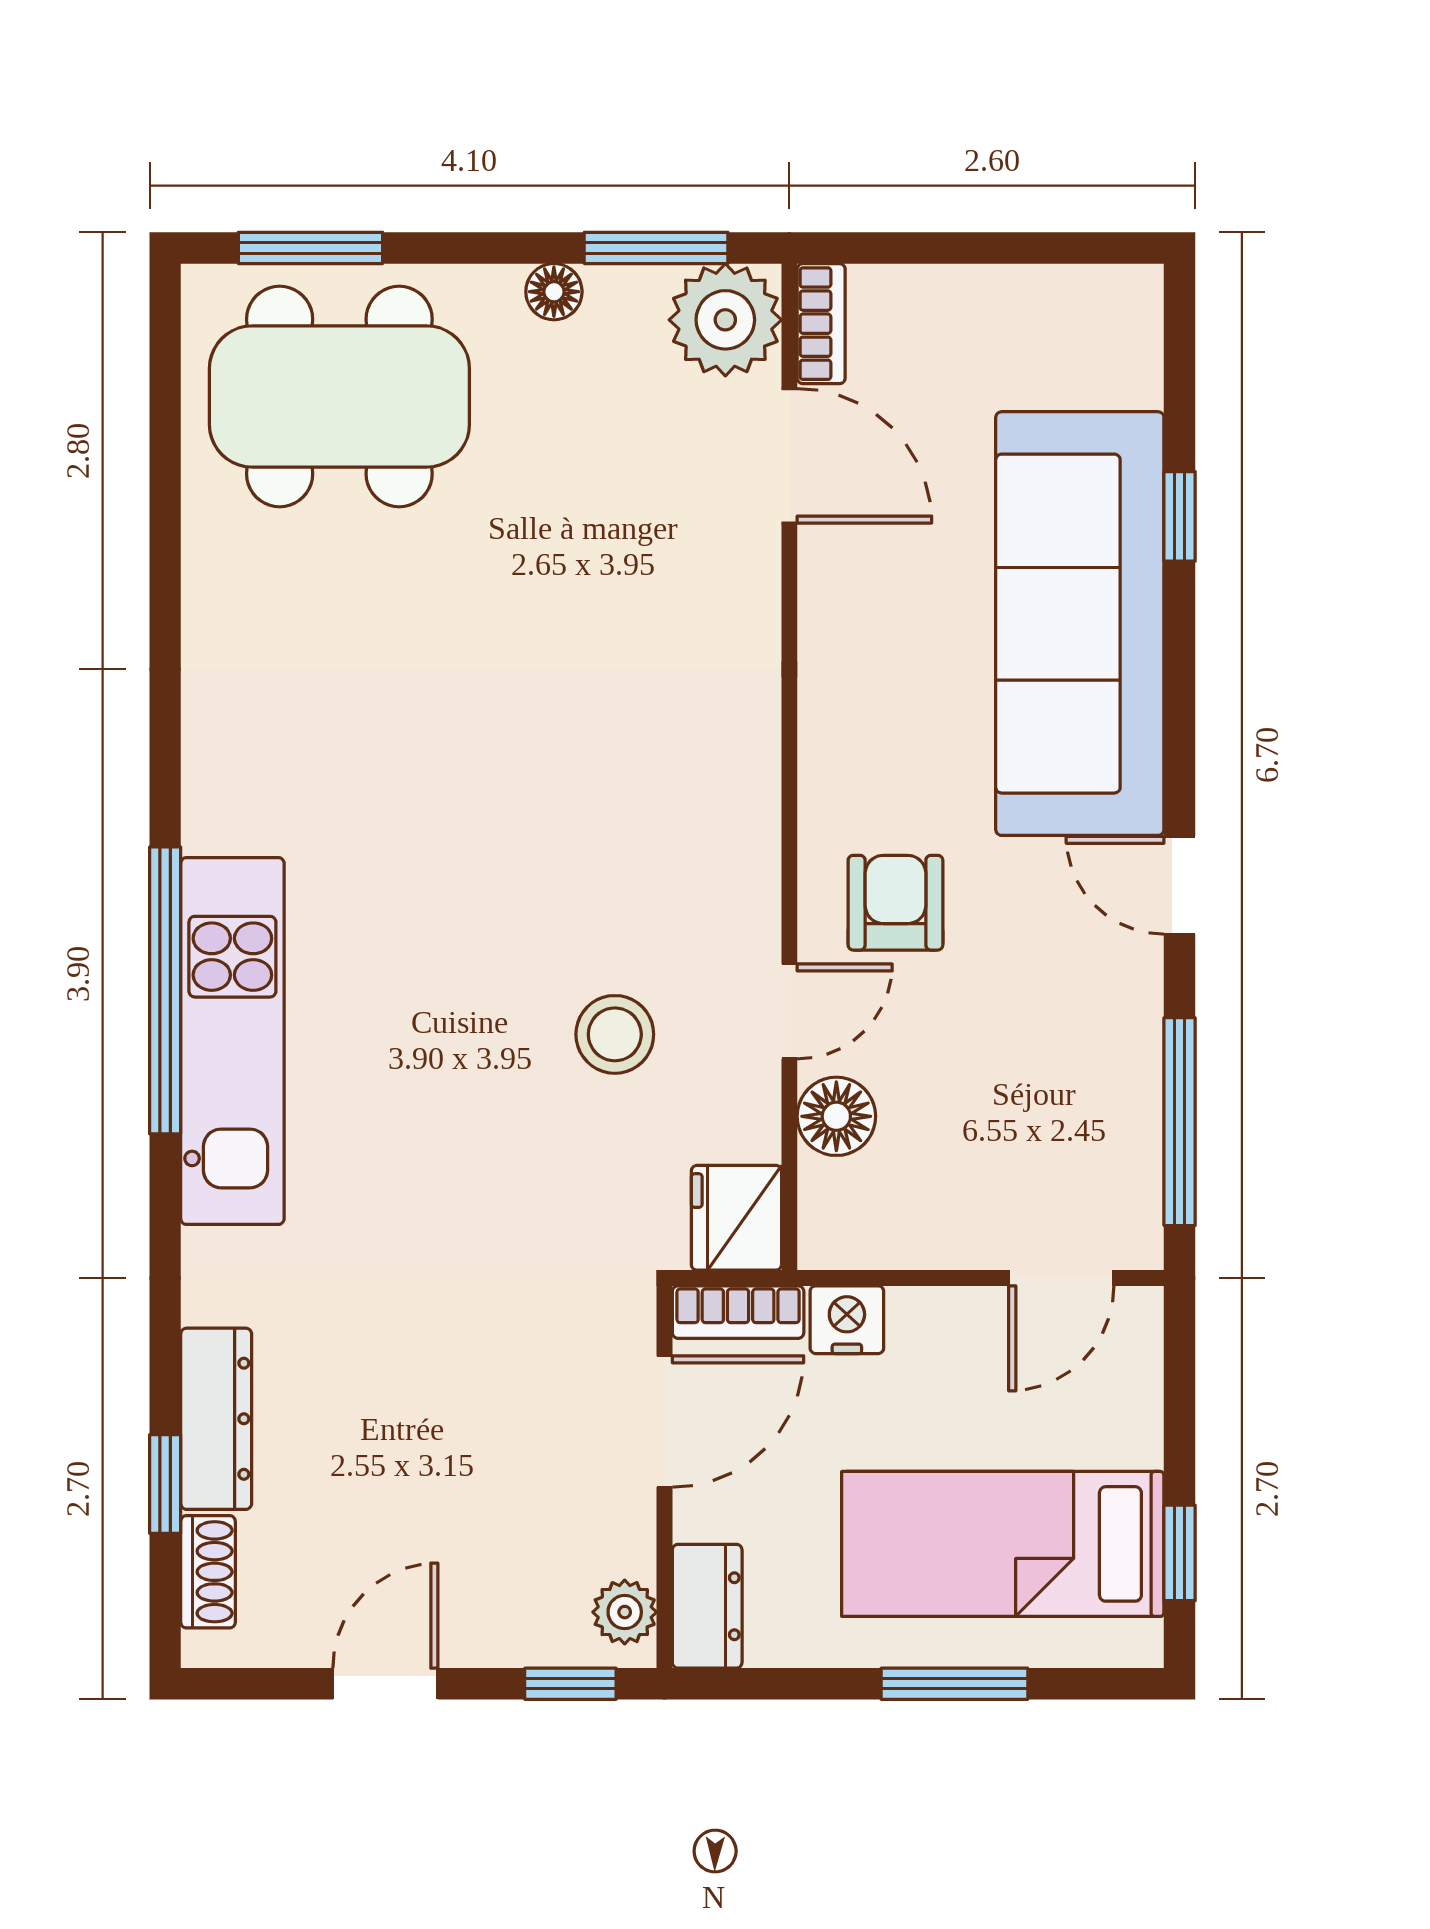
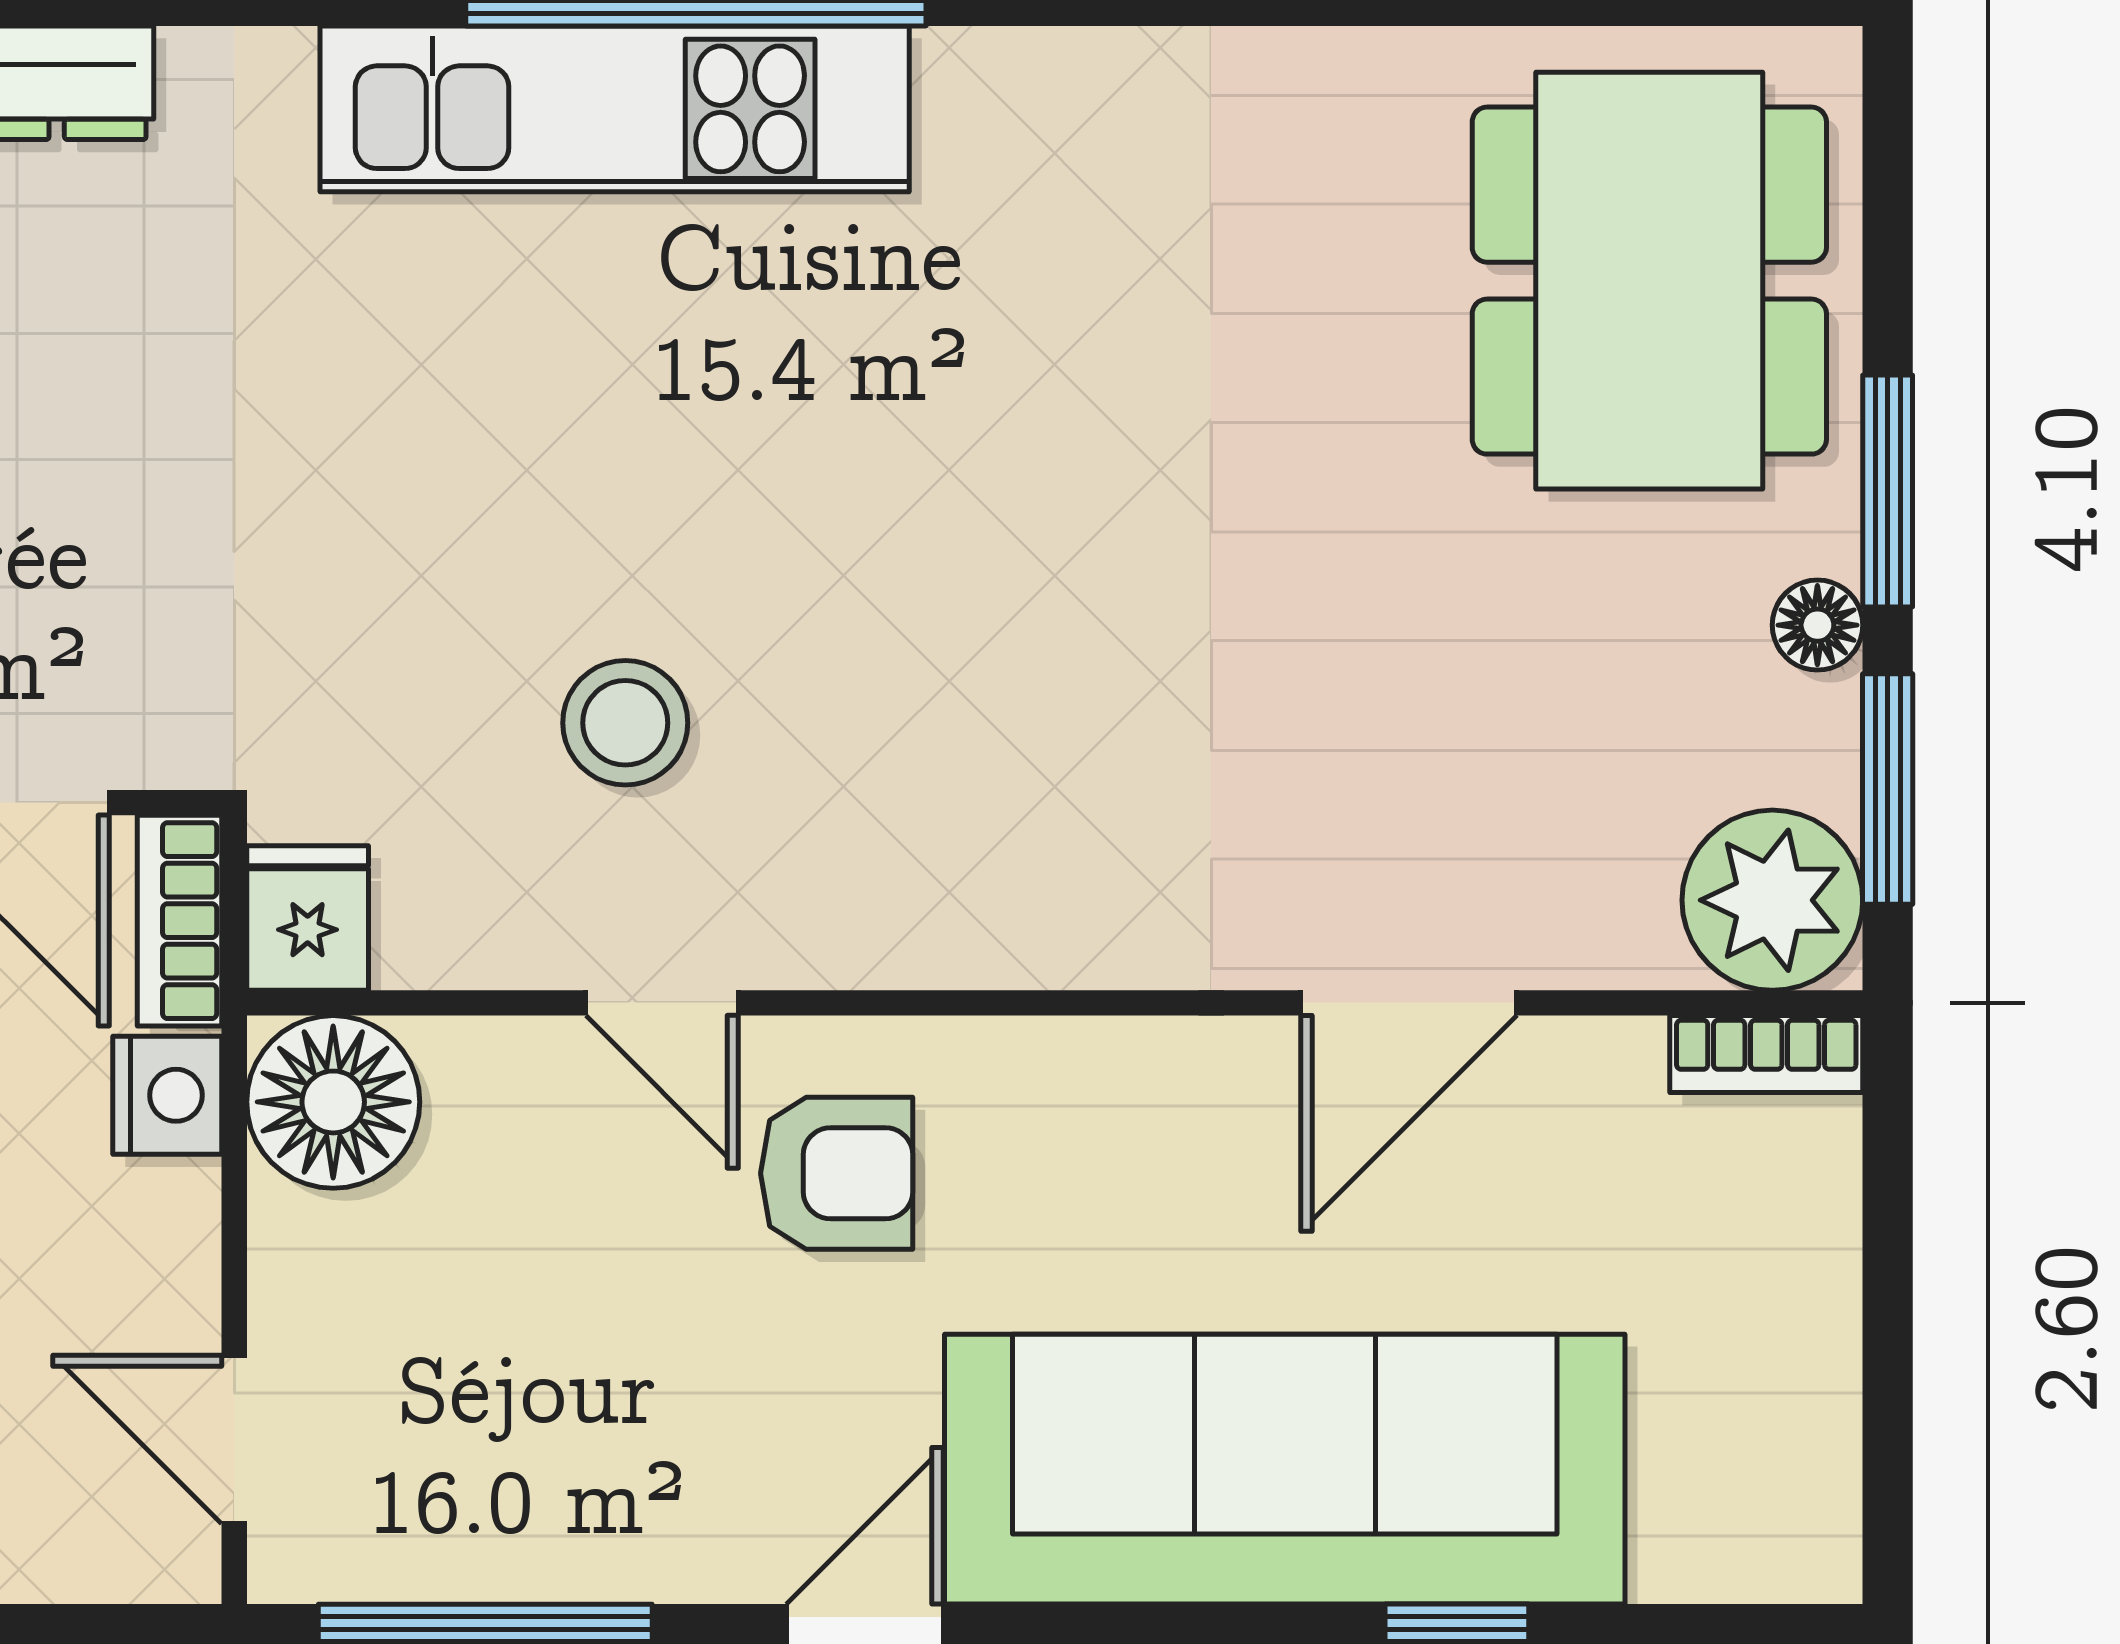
window: (311, 248) -> (1888, 491), moved
door: (789, 456) -> (1409, 1003), moved
floor lamp: (836, 1116) -> (333, 1102), moved, width x1.38, depth x1.38
fridge: (736, 1218) -> (308, 918), width x0.72

